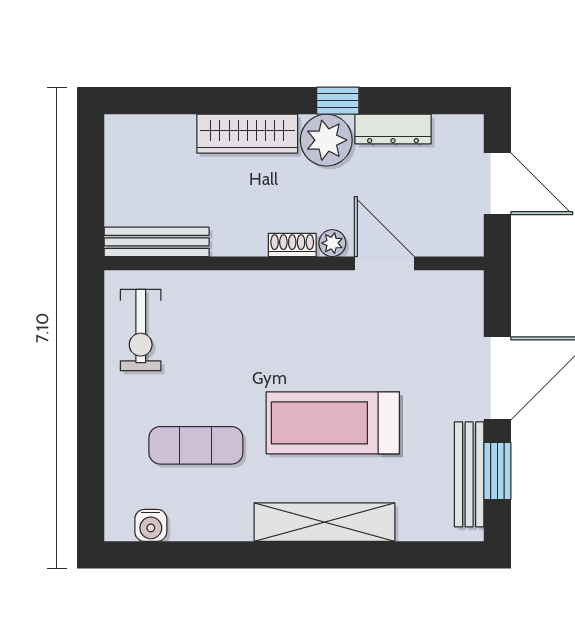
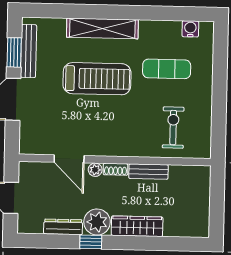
bench: (157, 242) -> (148, 172), moved, width x0.73
exercise bike: (141, 330) -> (173, 128), moved

